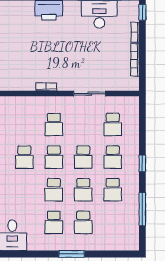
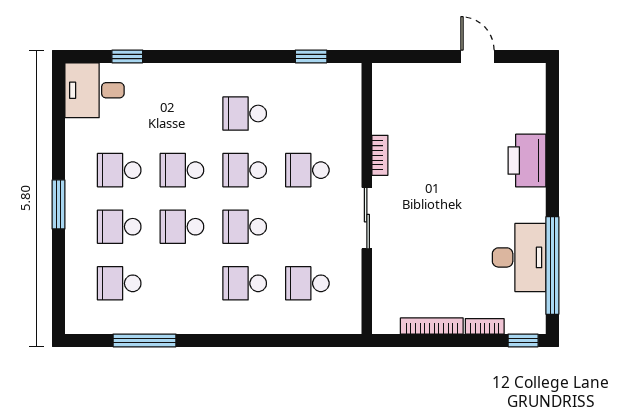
sliding door: (90, 94) -> (367, 218), moved
window: (142, 163) -> (233, 340), removed
school desk: (113, 190) -> (119, 283), moved

